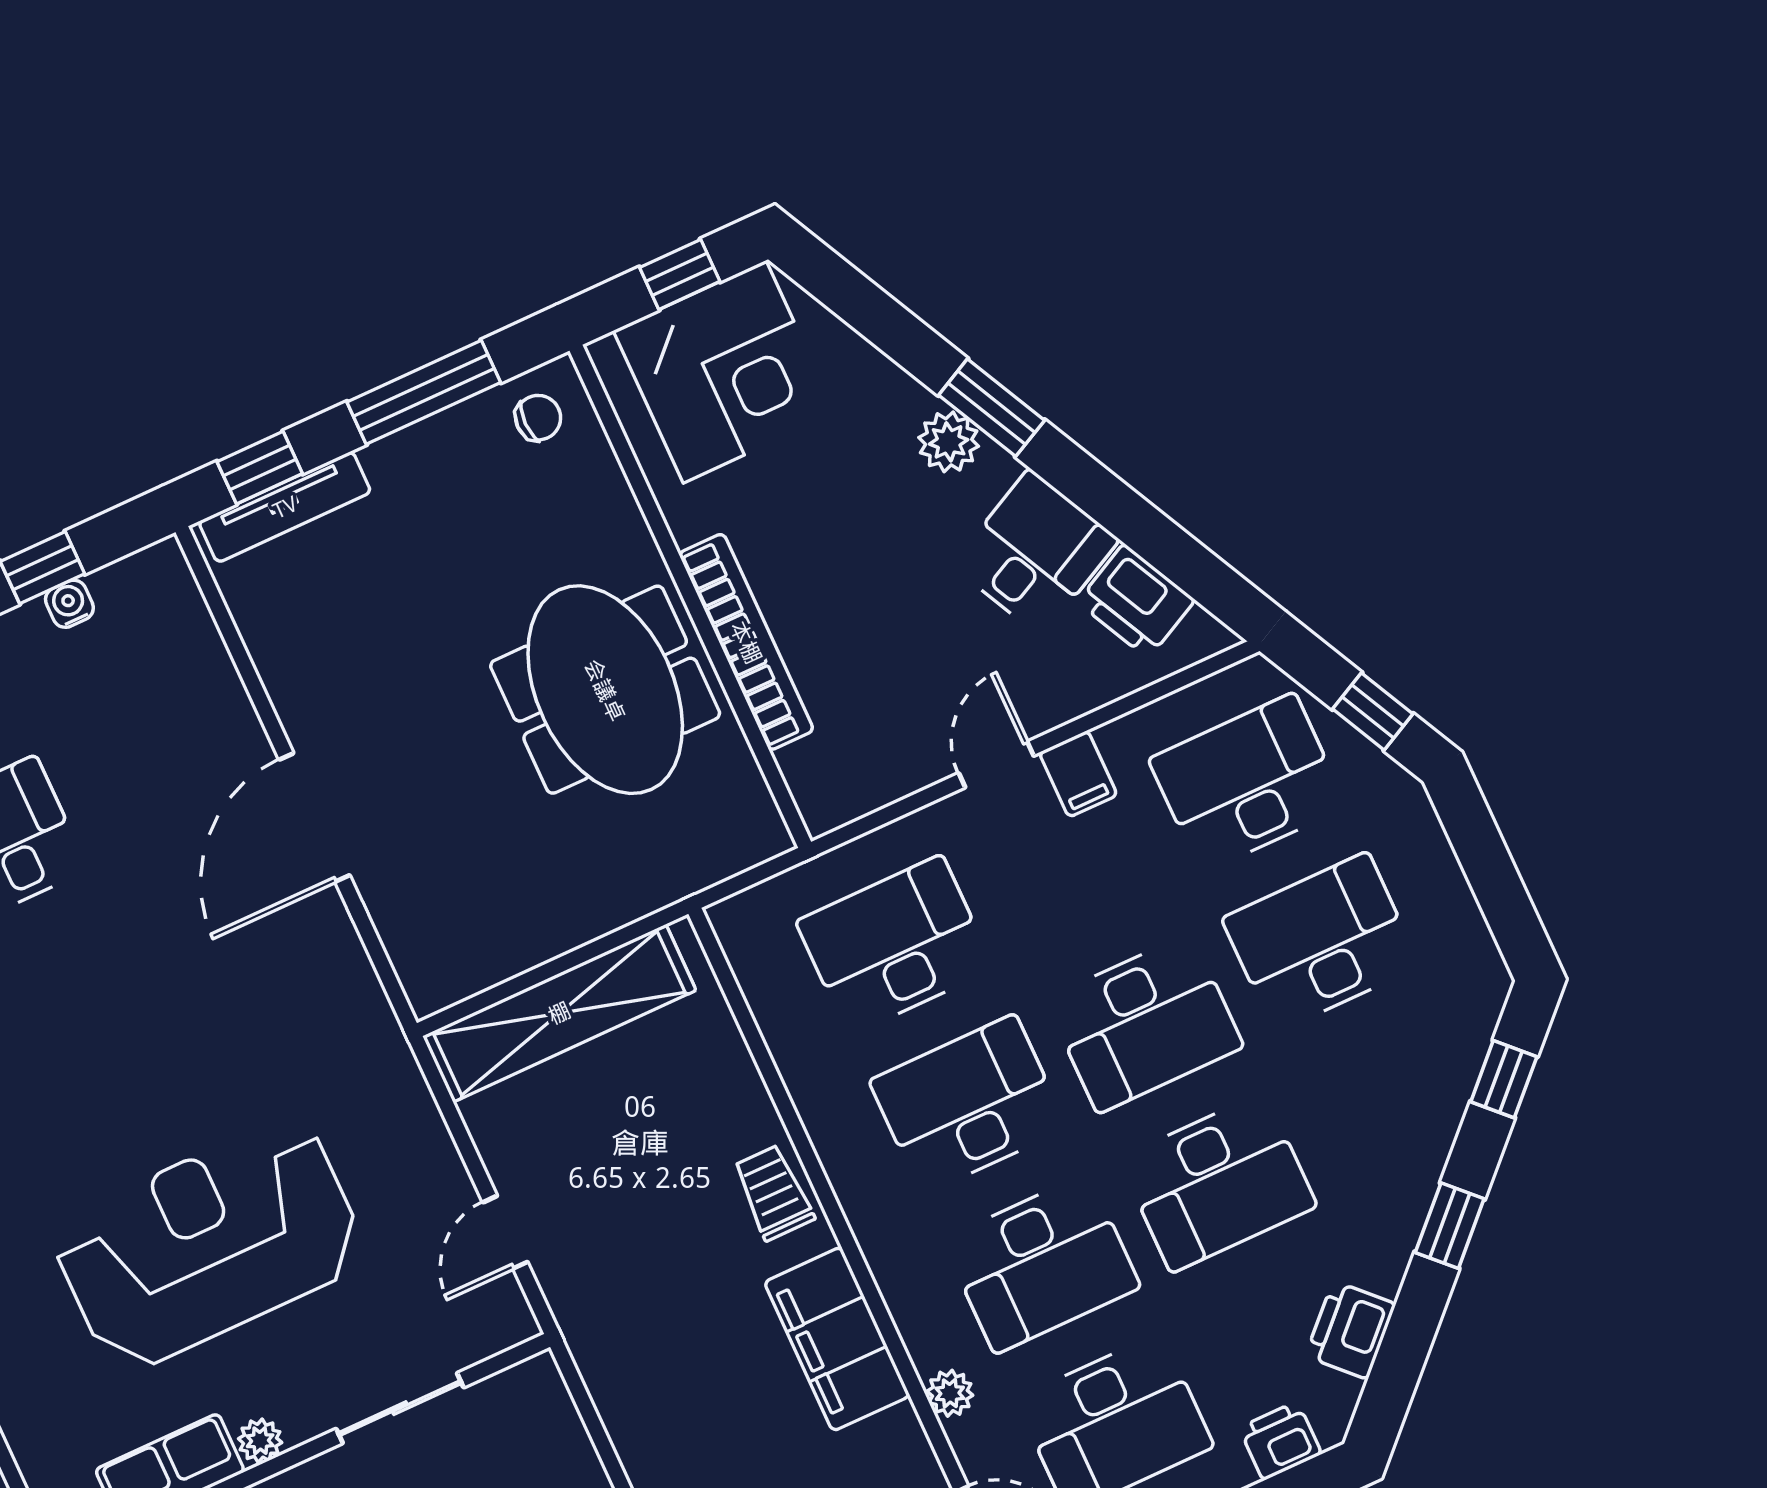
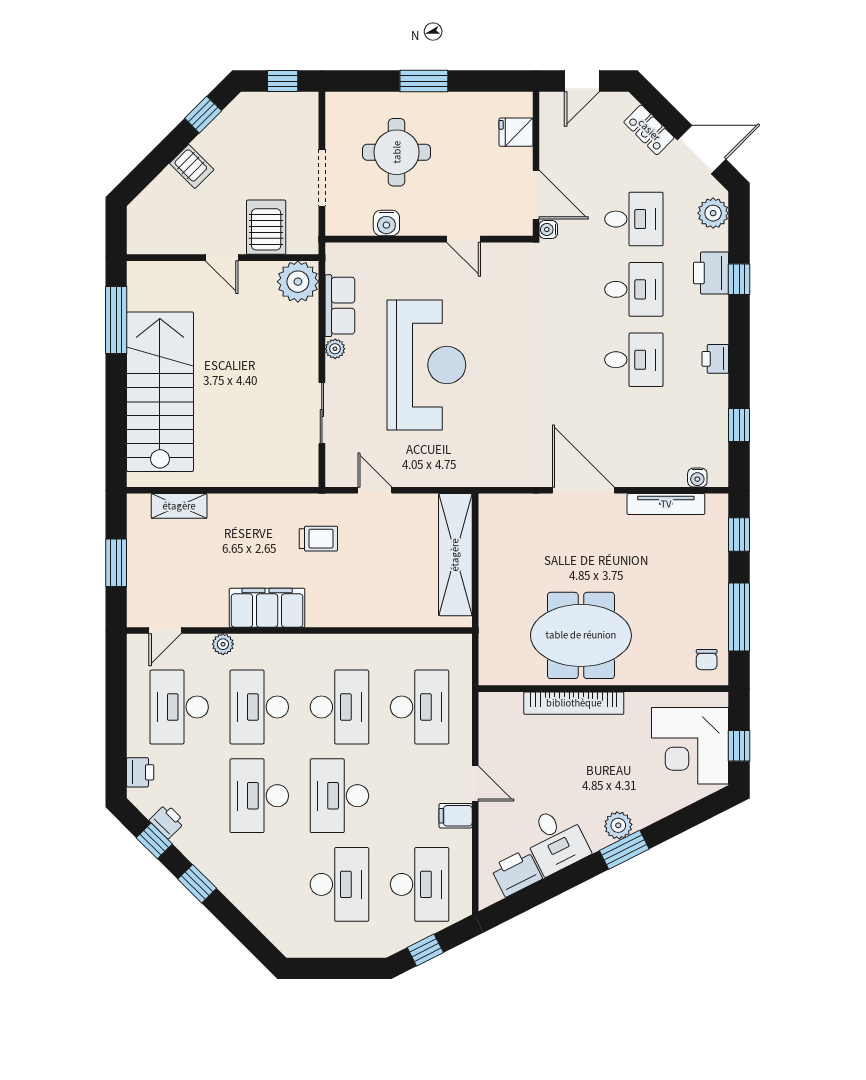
tv unit: (285, 507) -> (666, 504), moved, turned -90
water cooler: (69, 604) -> (697, 478), moved, turned 90
window: (1504, 1079) -> (154, 841), moved
trolley: (773, 1193) -> (318, 539), moved
printer: (1351, 1330) -> (167, 821), width x0.73, depth x0.81

